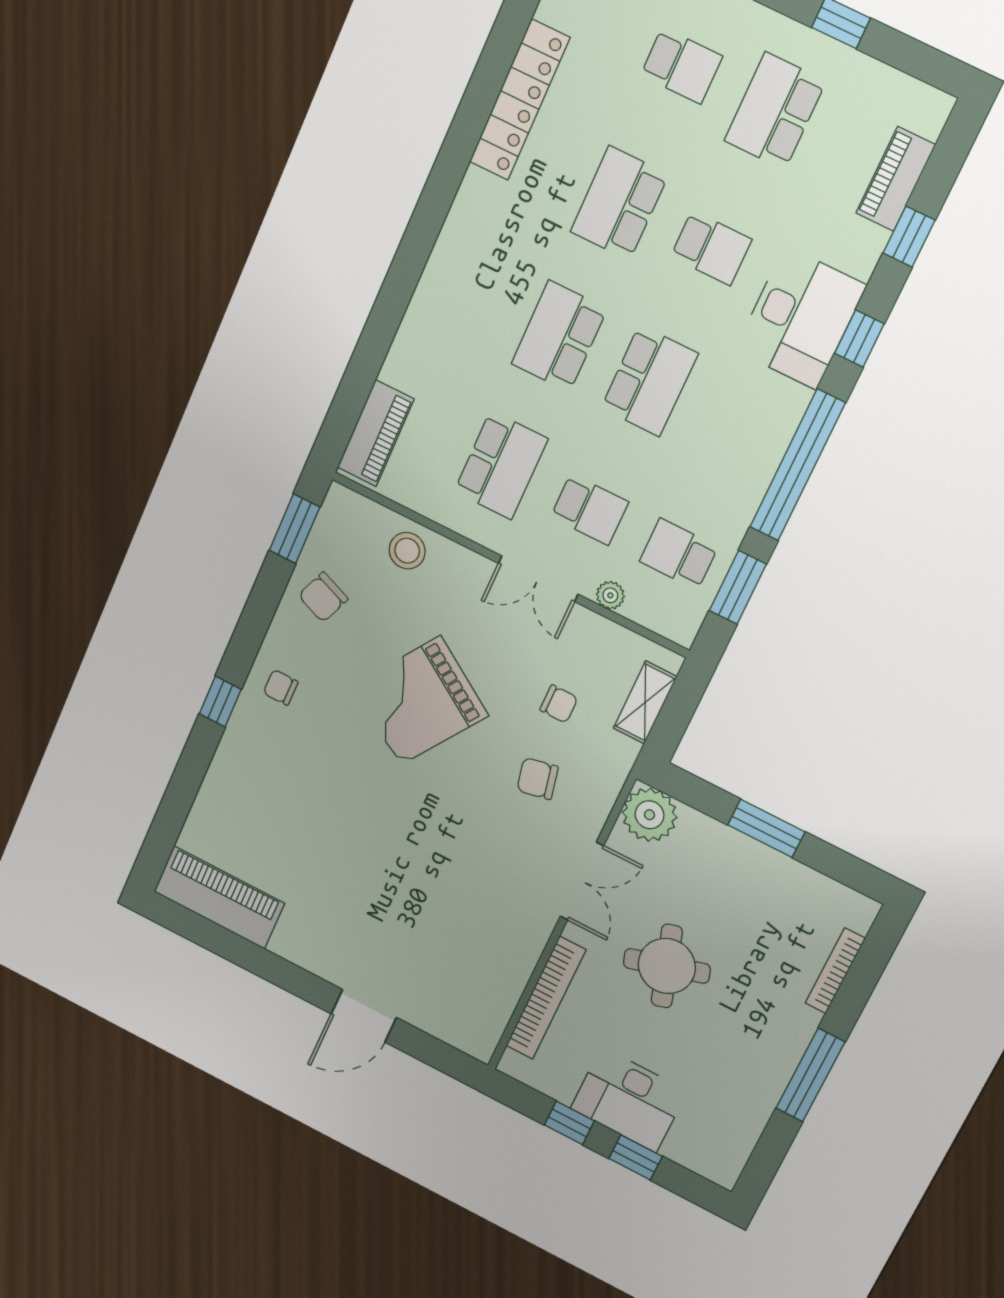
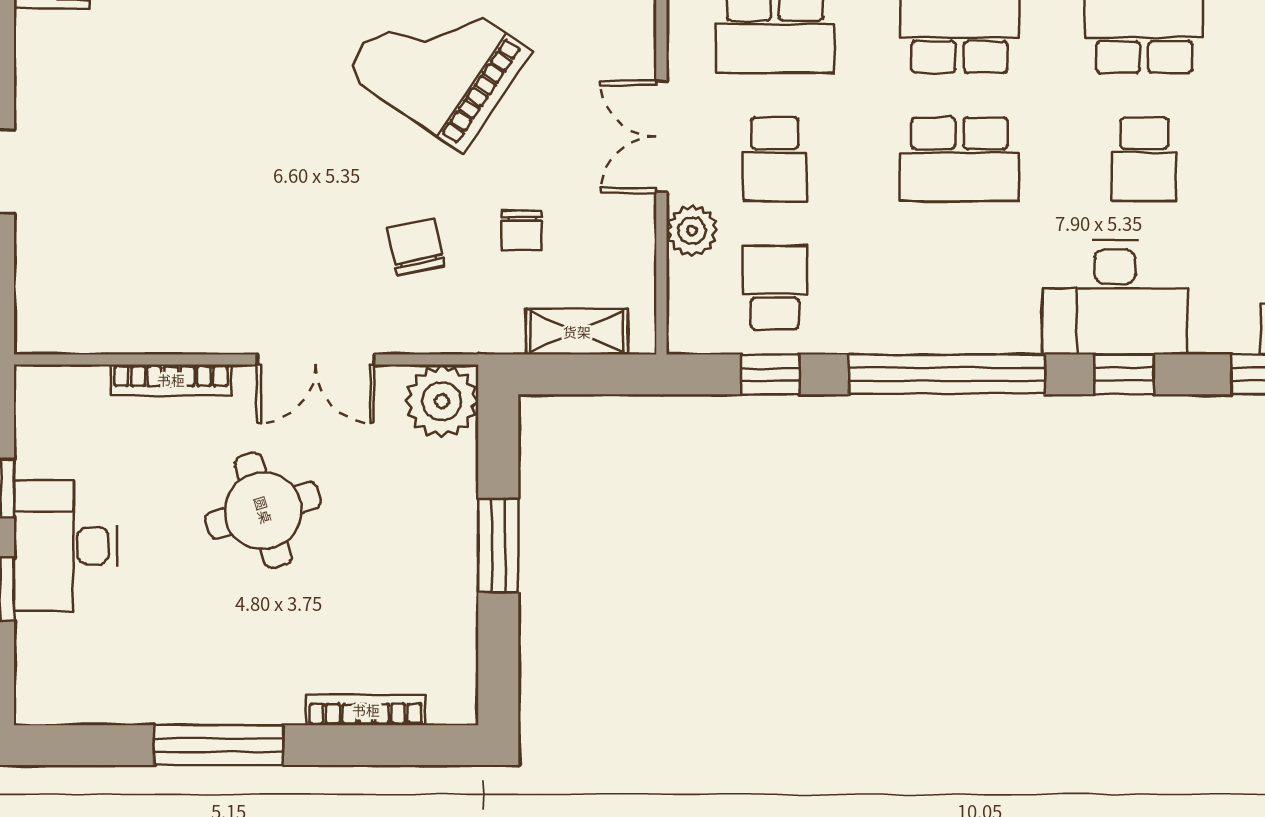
window: (738, 587) -> (770, 374), width x0.67
plant: (610, 595) -> (692, 231), width x1.38, depth x1.38
bookcase: (546, 998) -> (171, 380), width x0.68, depth x0.76

